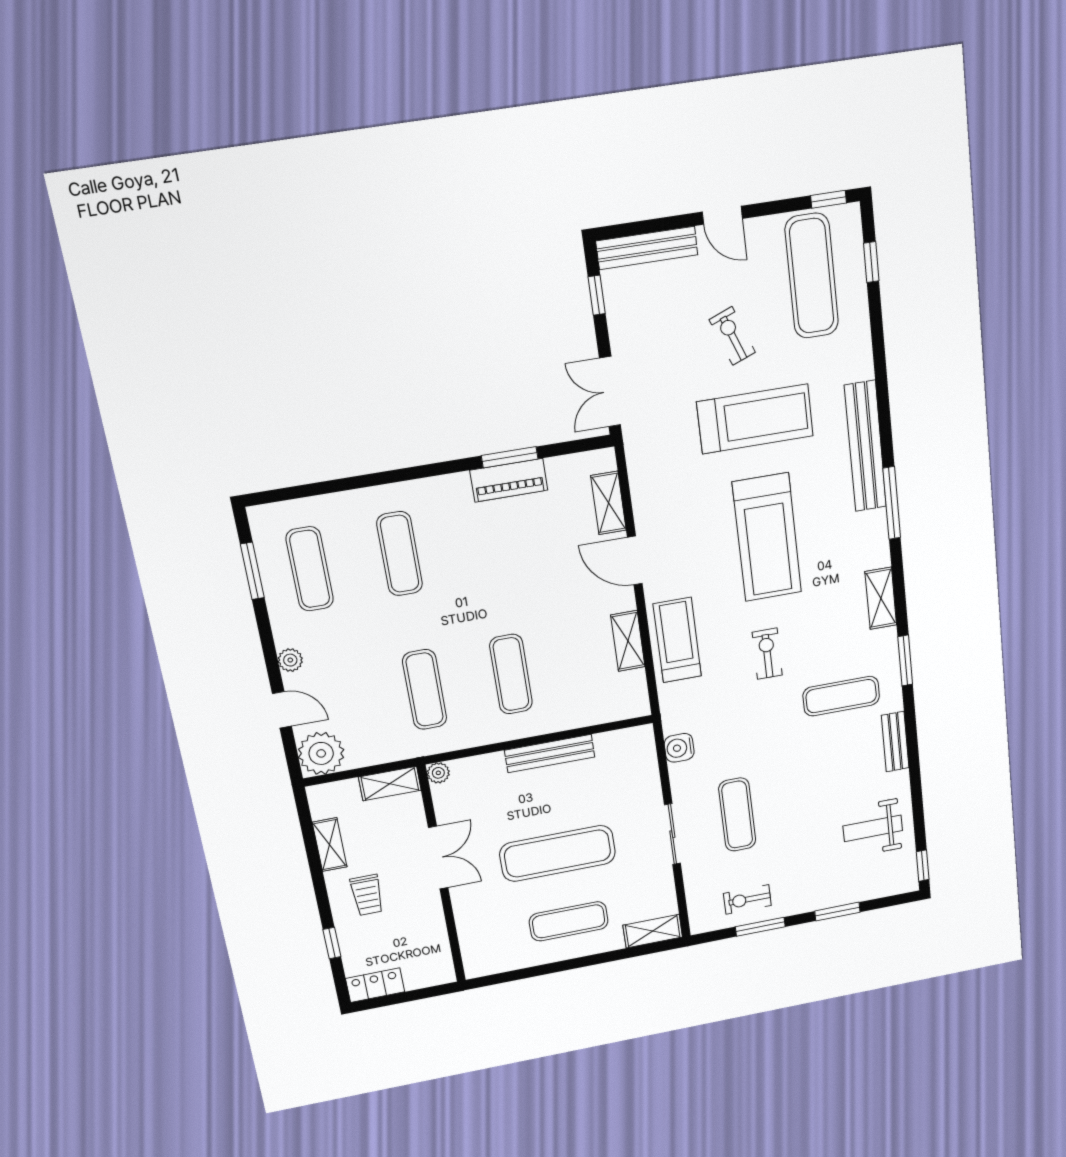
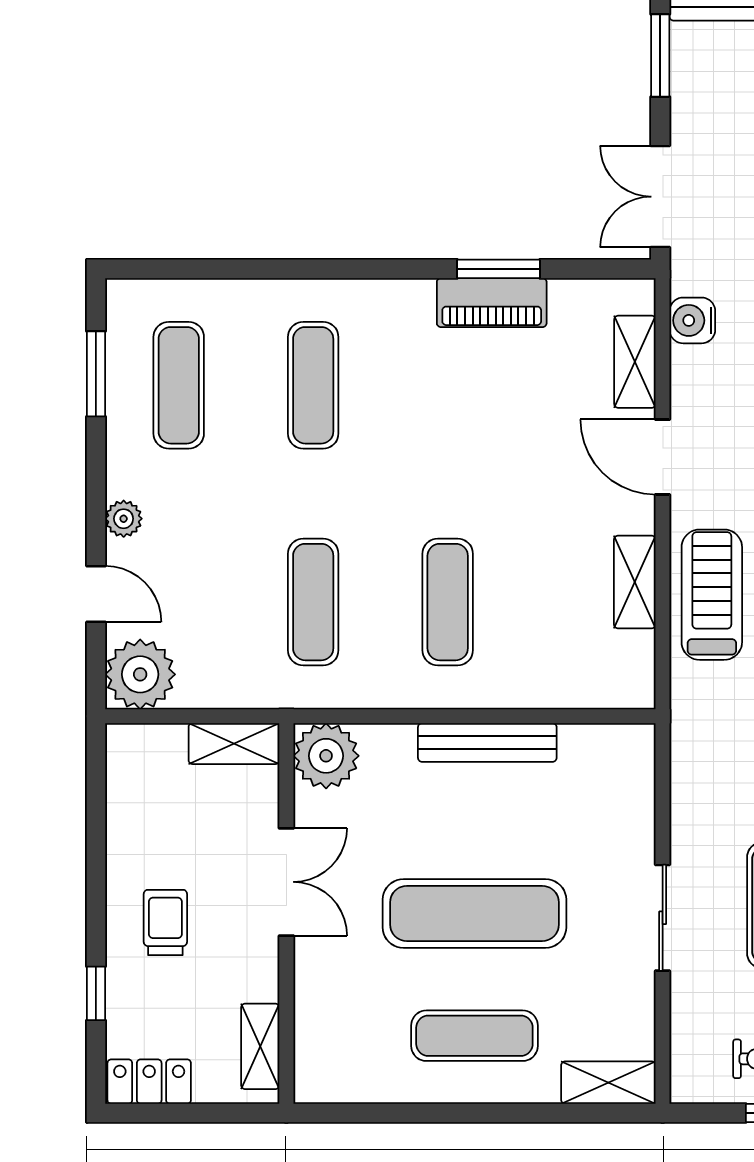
window: (597, 295) -> (660, 55), width x1.50
water cooler: (679, 748) -> (692, 320), moved
plant: (438, 773) -> (326, 756), width x1.87, depth x1.87
shelving: (330, 845) -> (260, 1046), moved
trolley: (367, 895) -> (165, 923), turned 180

